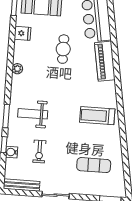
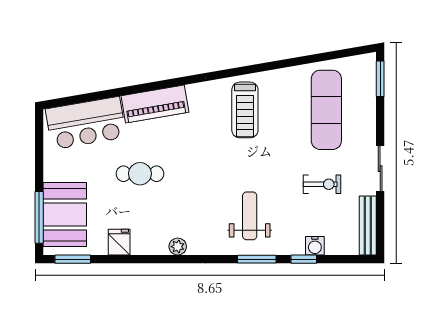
weight bench: (33, 114) -> (250, 216), turned 180
exercise bike: (39, 152) -> (322, 184), moved
exercise mat: (94, 165) -> (326, 110), width x1.36, depth x1.45

